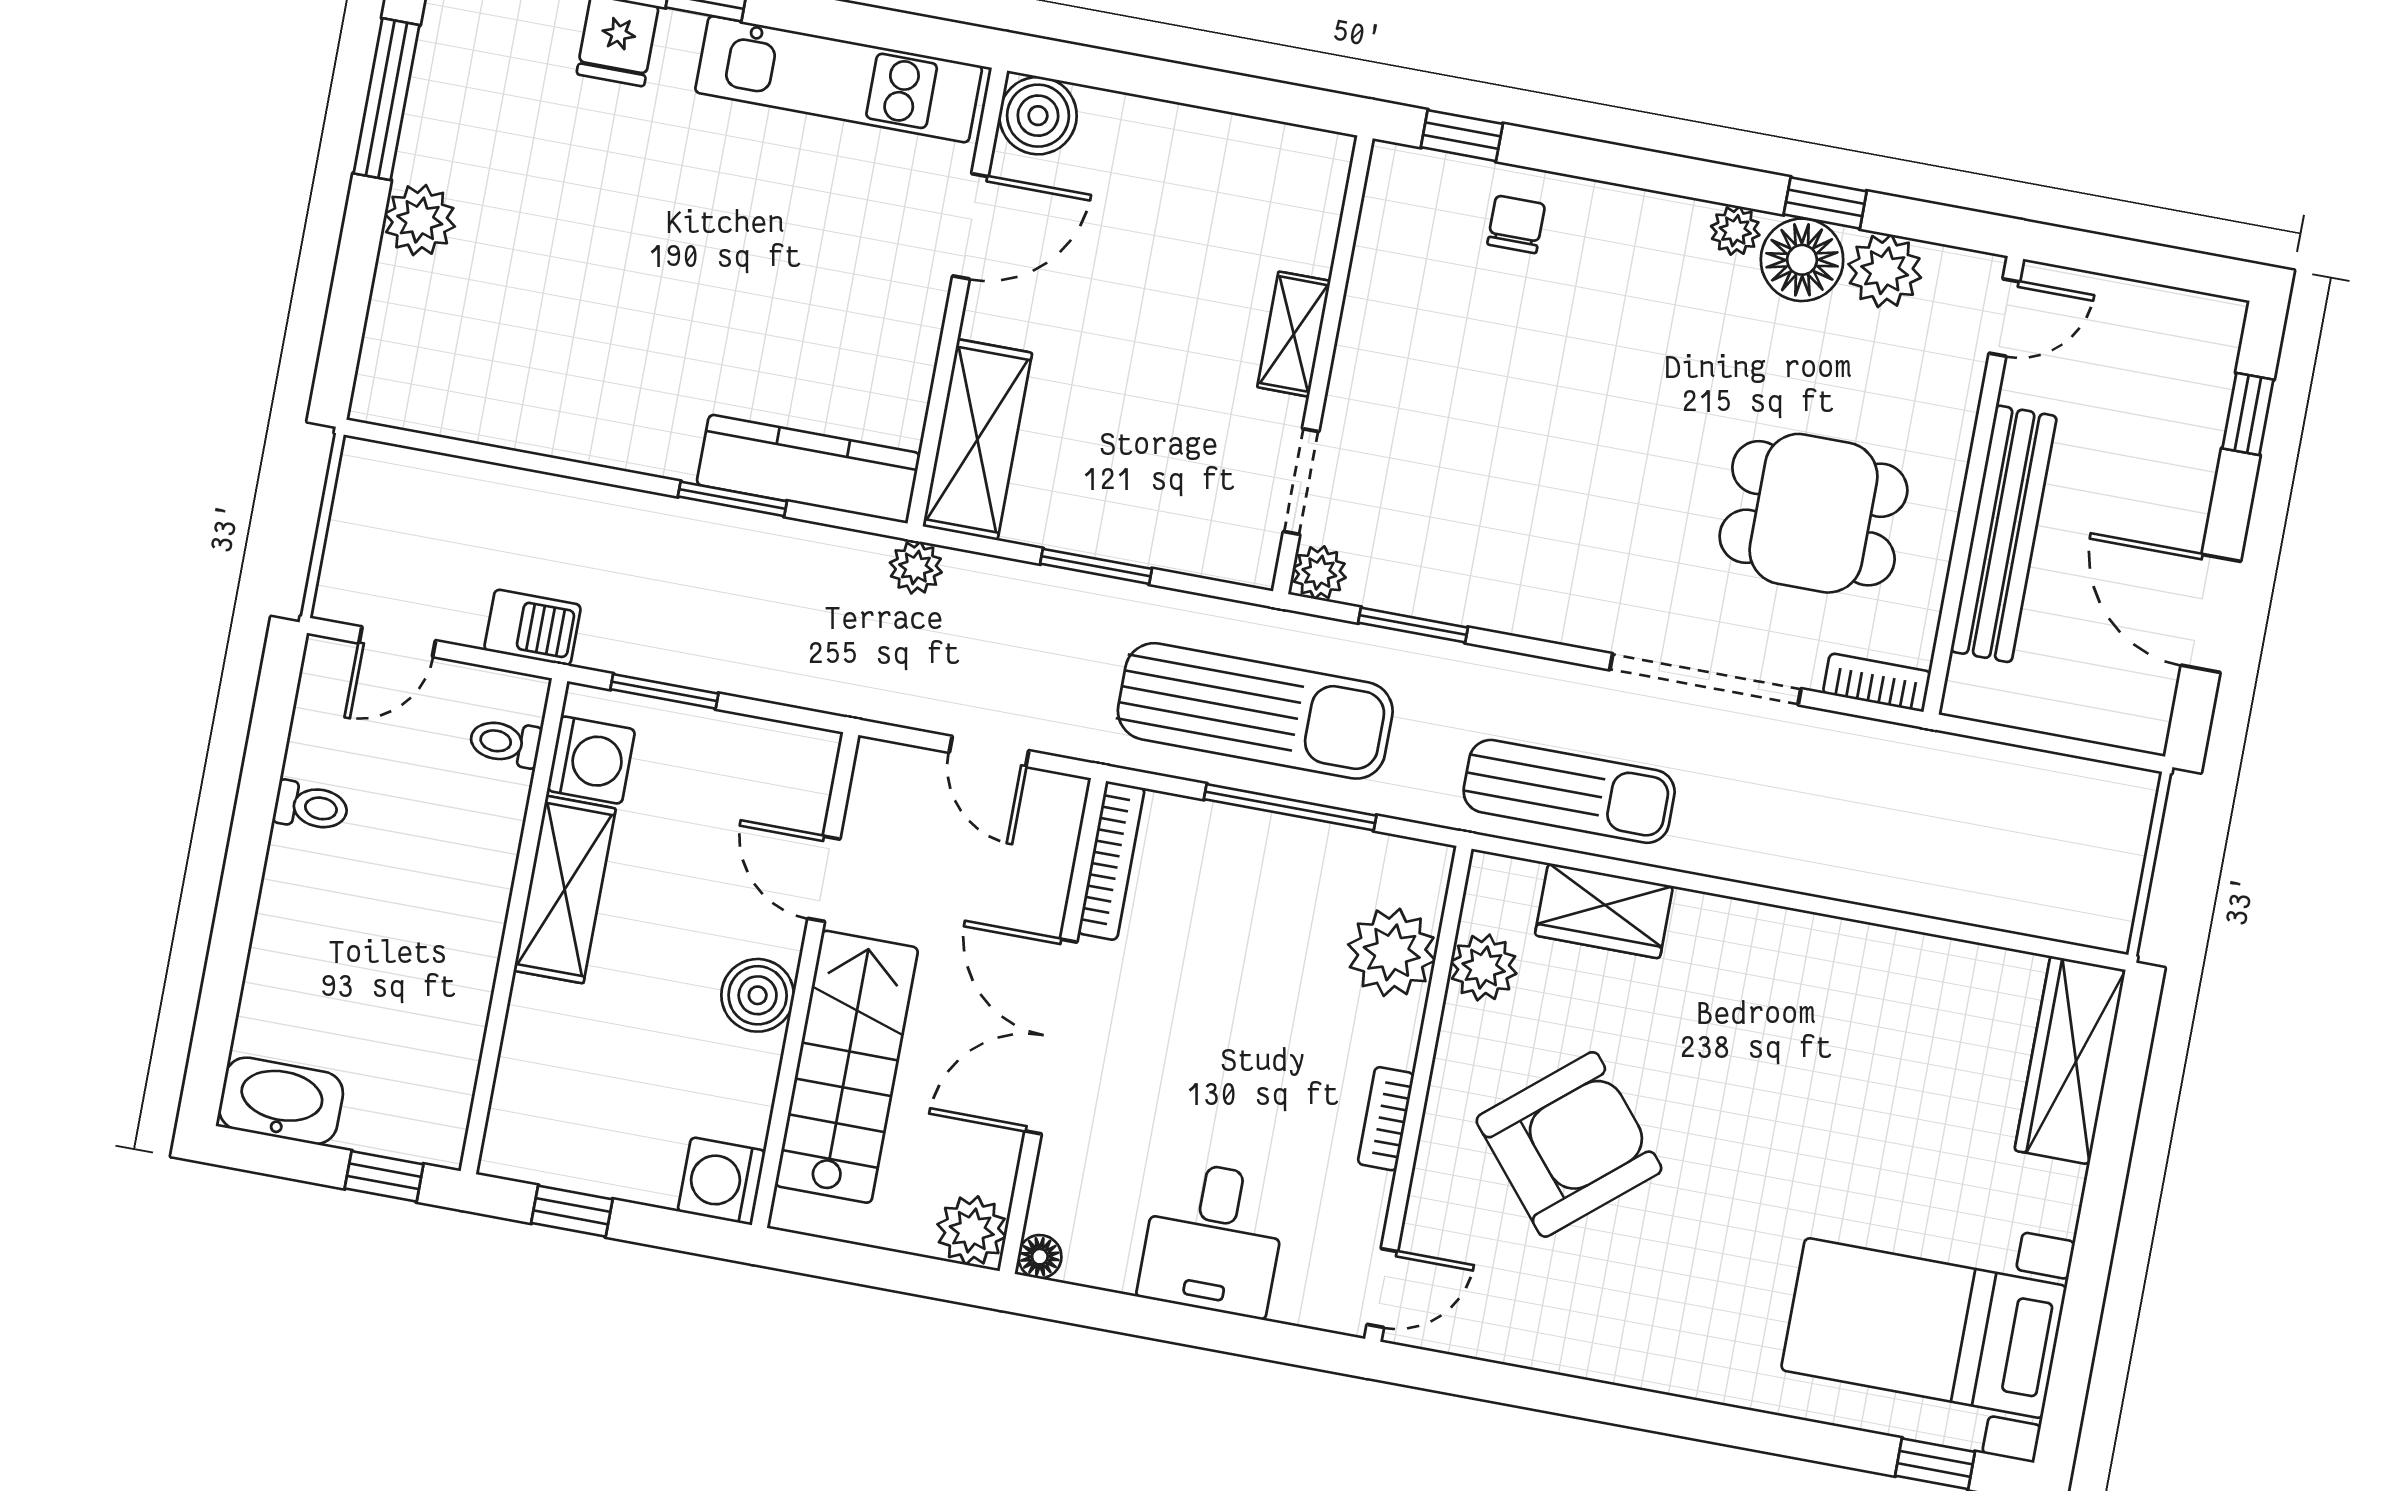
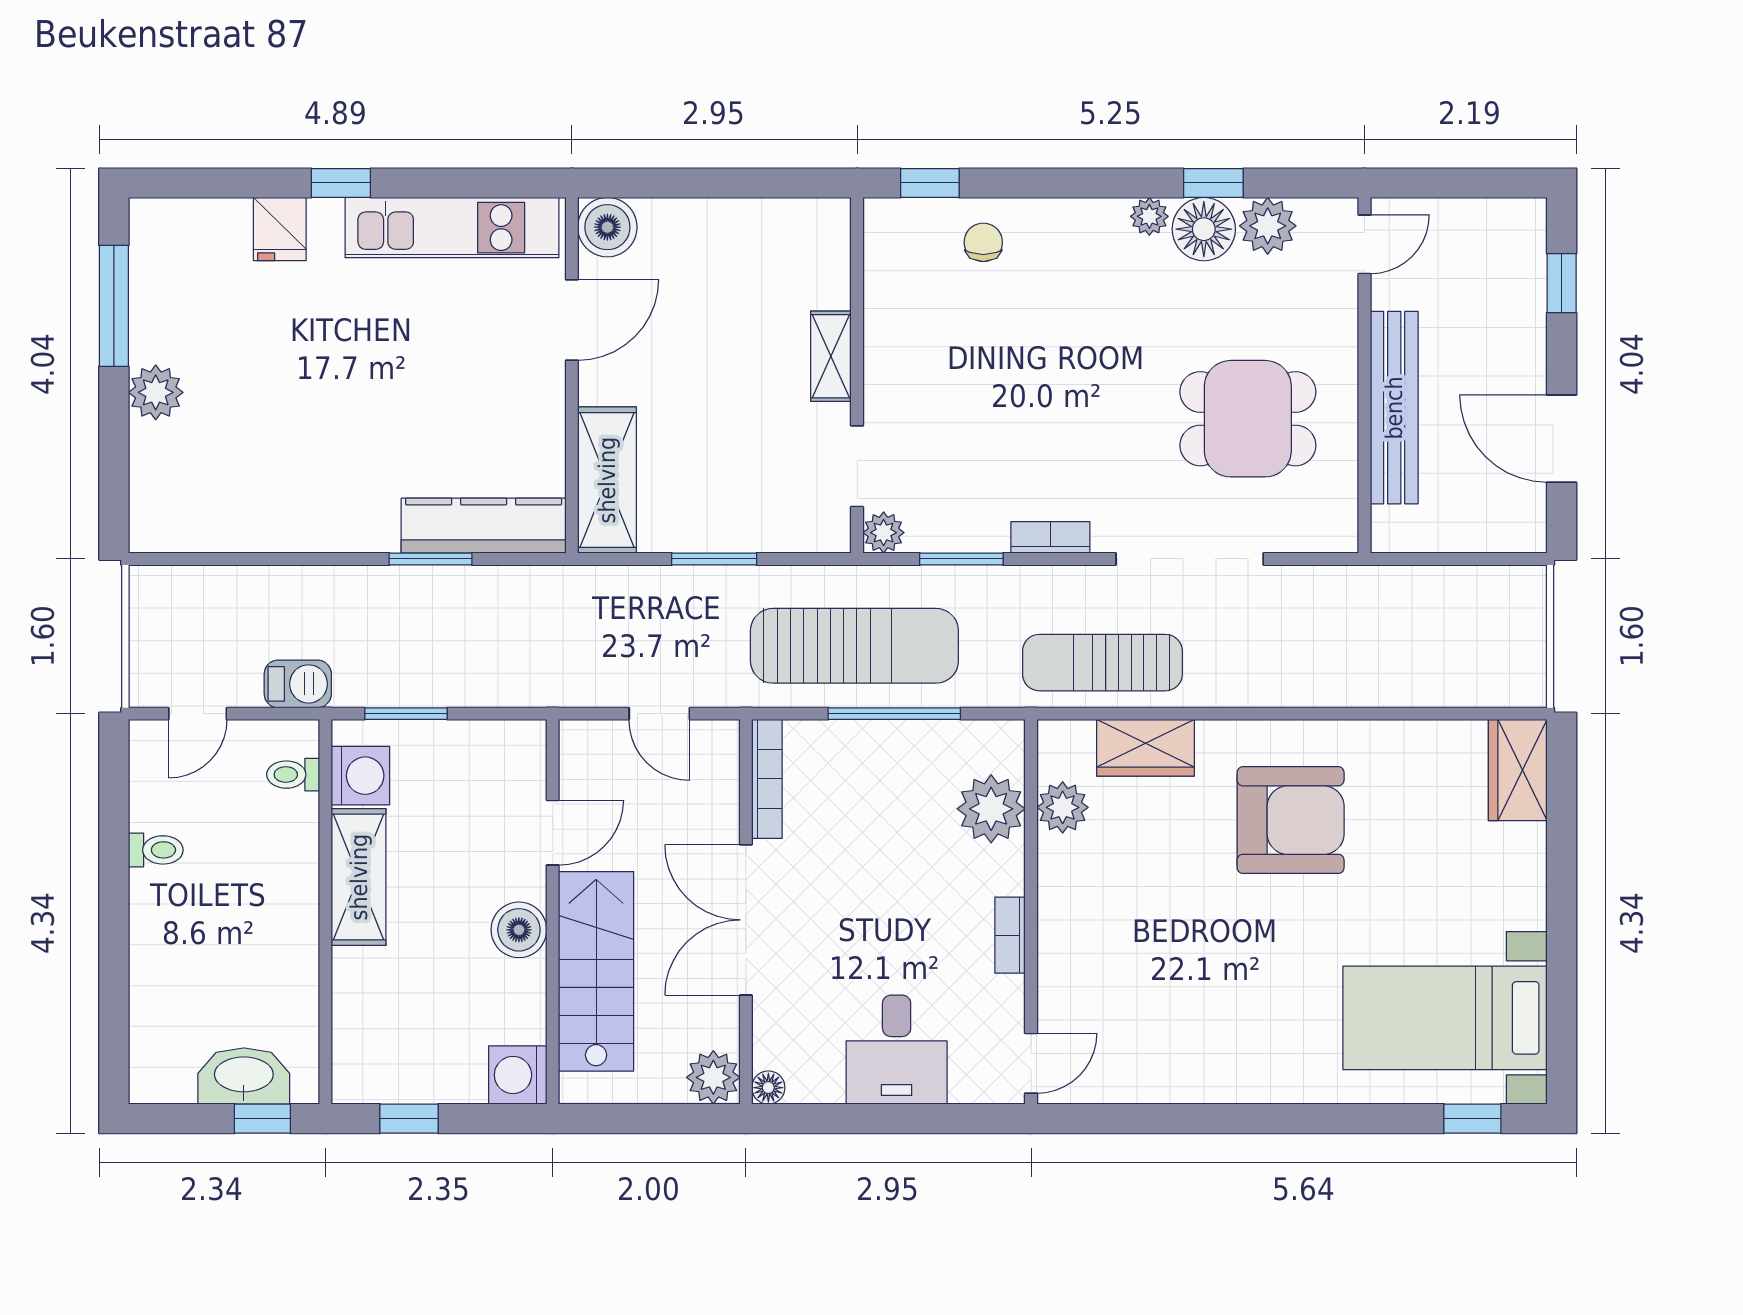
plant: (916, 568) -> (578, 585), removed
bookcase: (1877, 682) -> (1050, 537), moved
sun lounger: (1569, 791) -> (1102, 663), turned 180
door: (824, 879) -> (553, 833), swing flipped
wardrobe: (2070, 1060) -> (1518, 770), width x0.67
washbasin: (281, 1101) -> (244, 1076), moved
armchair: (1569, 1144) -> (1291, 820), moved, turned 40

